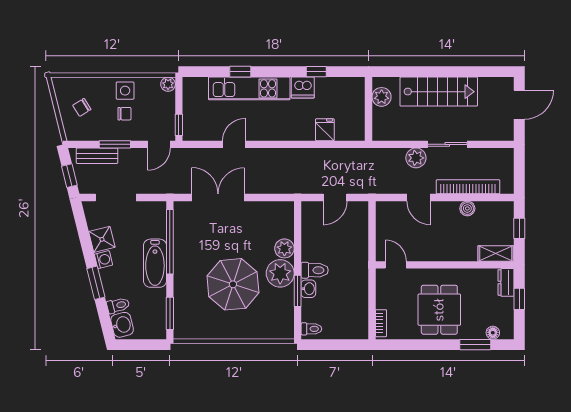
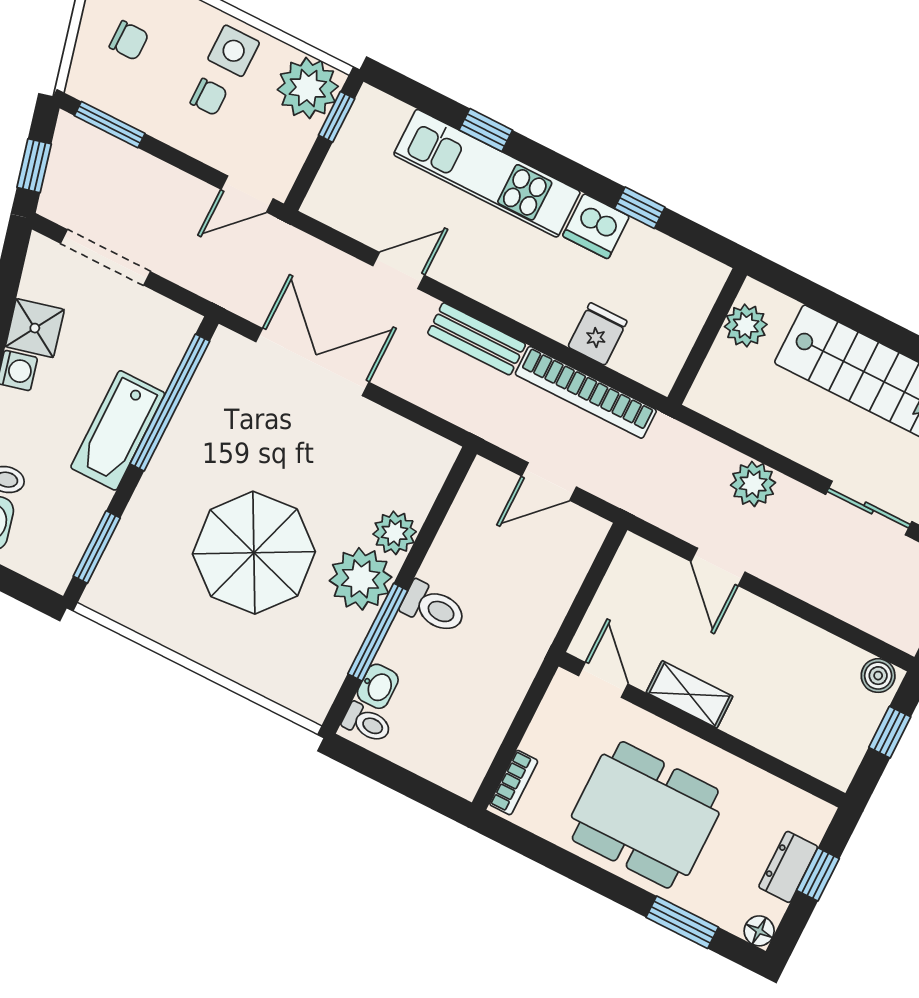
plant: (168, 84) -> (308, 88), width x1.87, depth x1.87
chair: (82, 107) -> (129, 40), turned -148
window: (179, 125) -> (337, 117), moved
window: (115, 144) -> (110, 125), moved
sliding door: (447, 144) -> (869, 508), moved
bench: (97, 156) -> (477, 339), moved
bookcase: (468, 187) -> (586, 392), moved, turned 180
boiler: (467, 208) -> (878, 676), moved
shelving: (496, 253) -> (689, 694), moved
dresser: (506, 282) -> (788, 867), moved
washbasin: (308, 289) -> (378, 686), moved
window: (298, 291) -> (378, 632), width x1.44
dining table: (439, 310) -> (645, 815), width x1.38
floor lamp: (493, 333) -> (759, 931), moved

